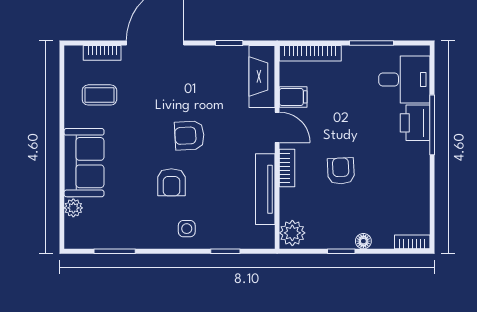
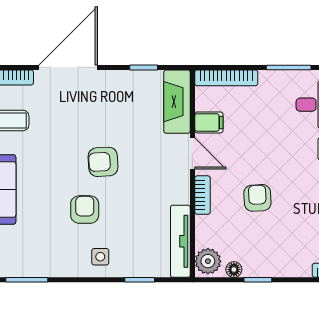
armchair: (171, 182) -> (85, 210), turned 180
tv unit: (265, 189) -> (180, 241), moved
floor lamp: (363, 241) -> (234, 270), moved

